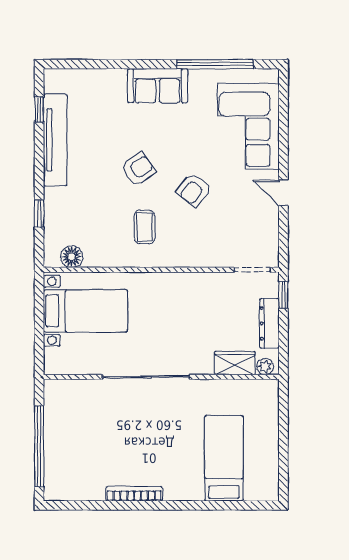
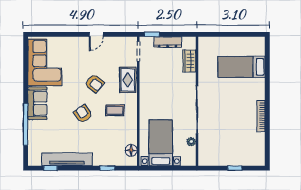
window: (215, 64) -> (26, 124), moved
corner sofa: (248, 126) -> (45, 62), moved, turned -90
rug: (200, 251) -> (128, 80), added
plant: (265, 366) -> (191, 142), moved
window: (39, 446) -> (235, 168), width x0.32

